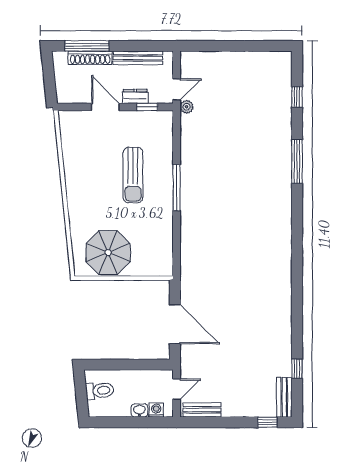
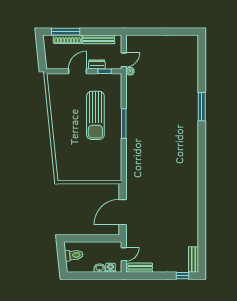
window: (297, 97) -> (202, 65), removed
door: (105, 107) -> (78, 71), hinge flipped
sun lounger: (133, 175) -> (95, 115), width x1.36, depth x1.34
parasol: (108, 253) -> (79, 166), removed
door: (175, 324) -> (123, 212), swing flipped
window: (297, 369) -> (202, 241), removed

